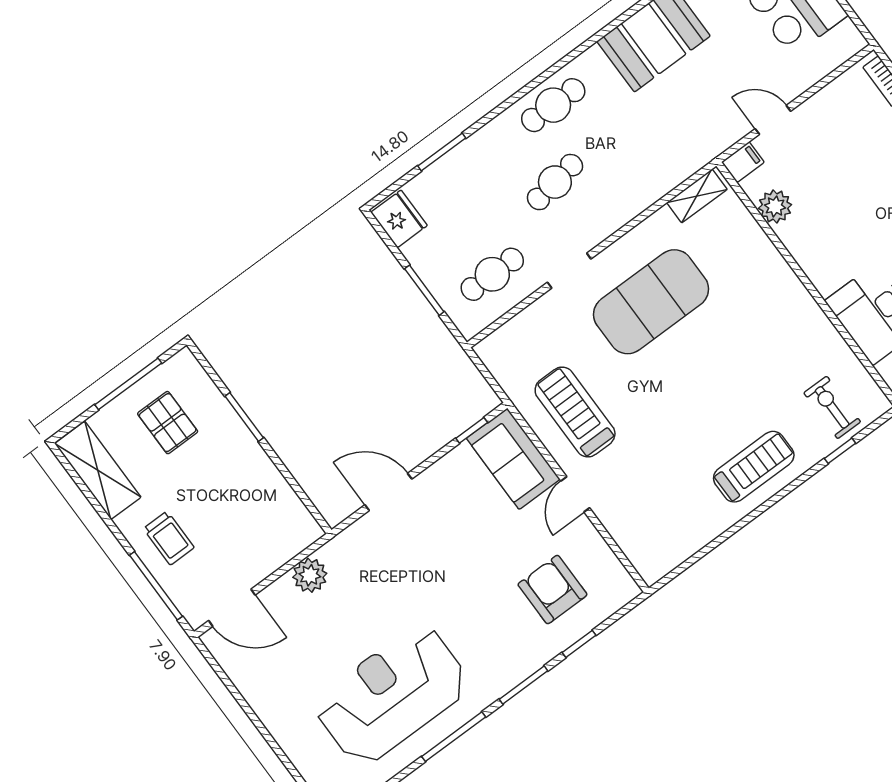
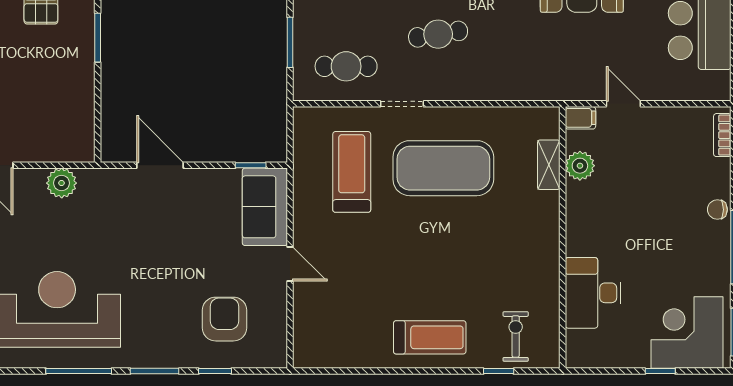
shelving: (697, 196) -> (549, 165), moved, turned 90
treadmill: (575, 412) -> (352, 172), moved
door: (575, 494) -> (290, 264), swing flipped

